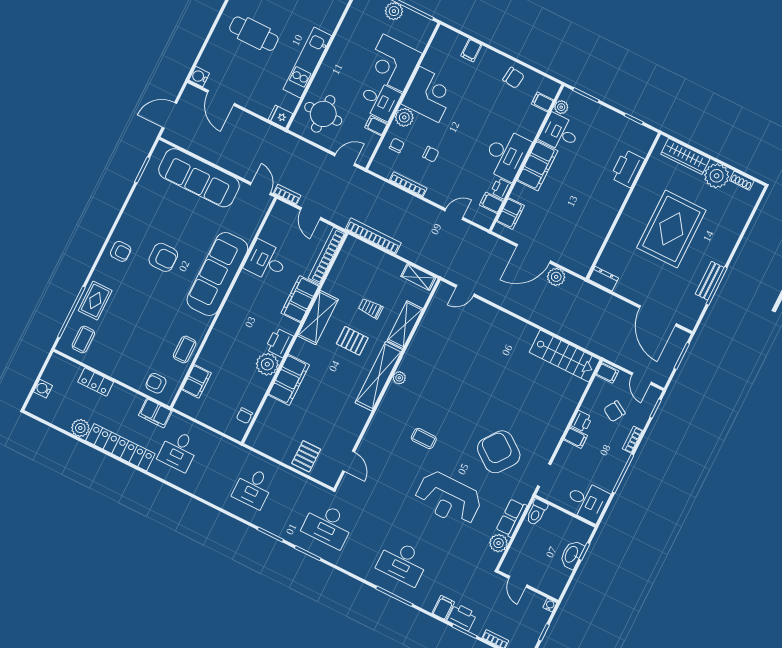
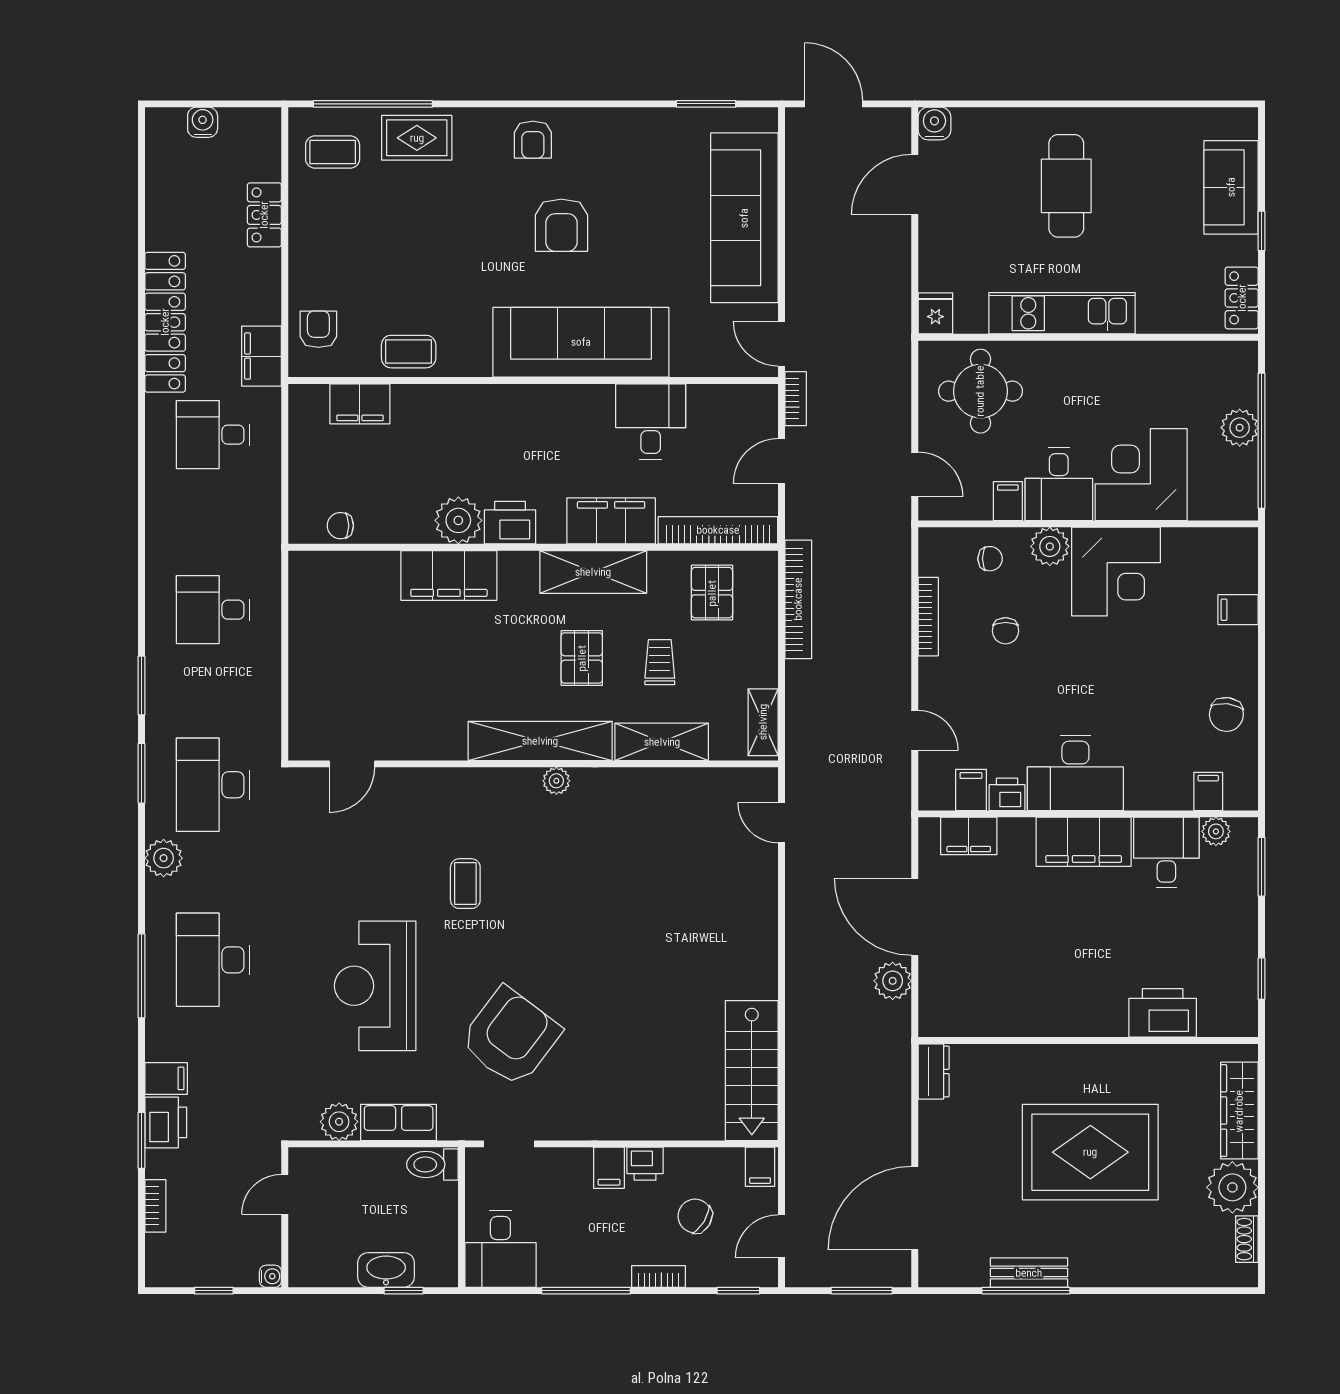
door: (261, 189) -> (781, 344), swing flipped
plant: (80, 428) -> (164, 858), moved
pallet: (306, 456) -> (712, 593), moved, turned 90

